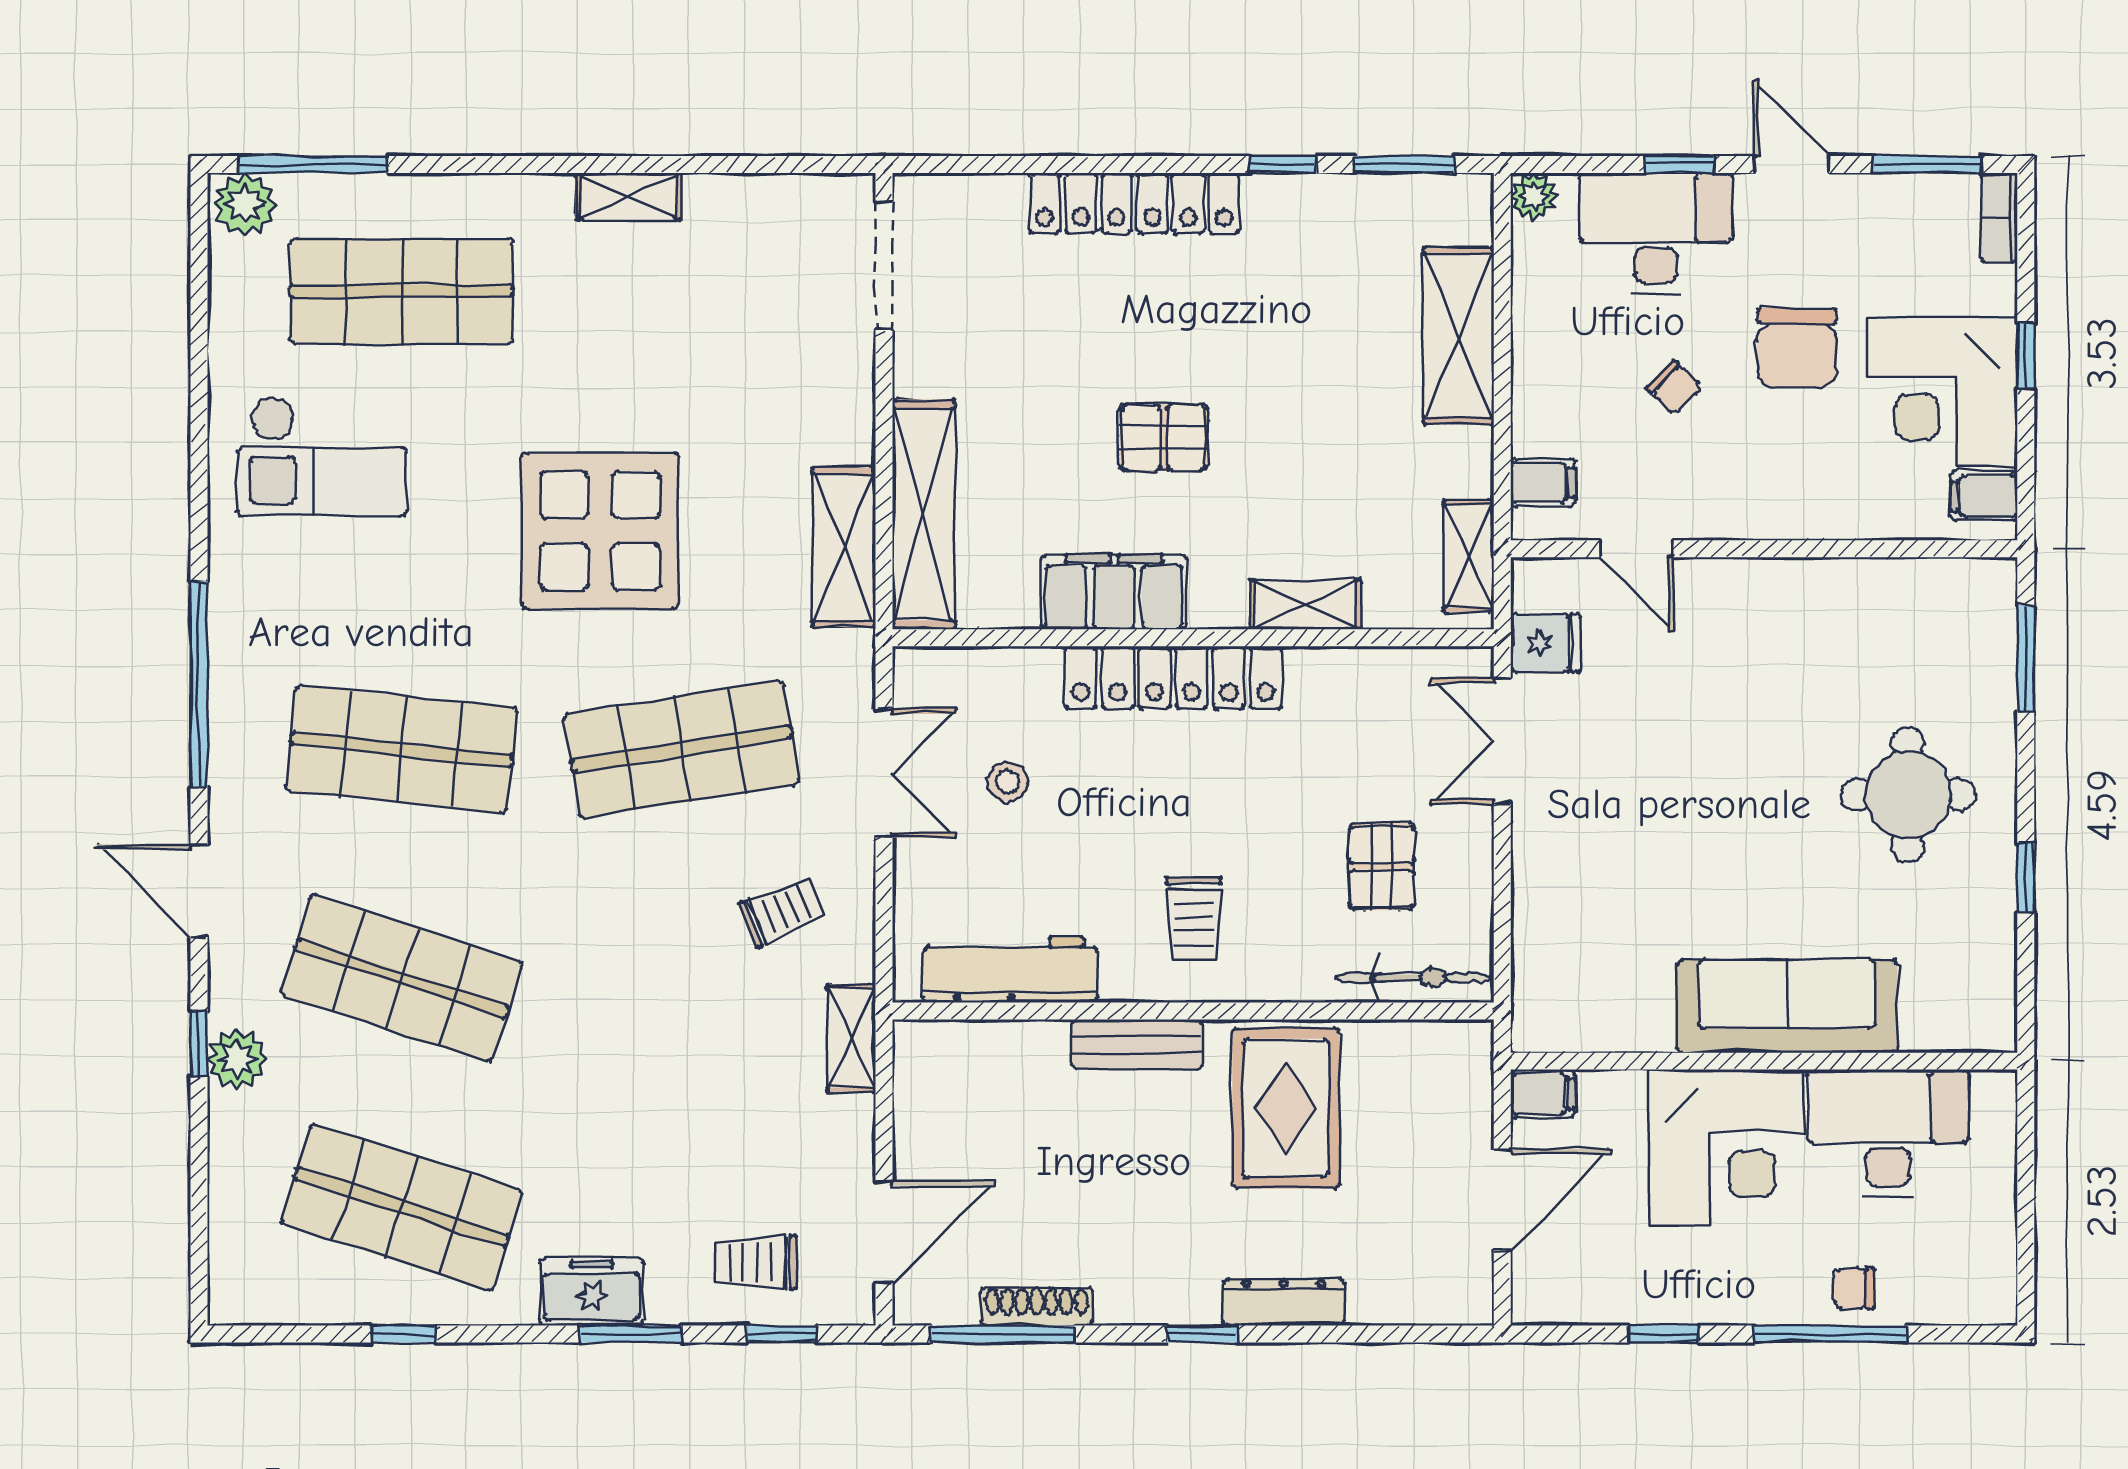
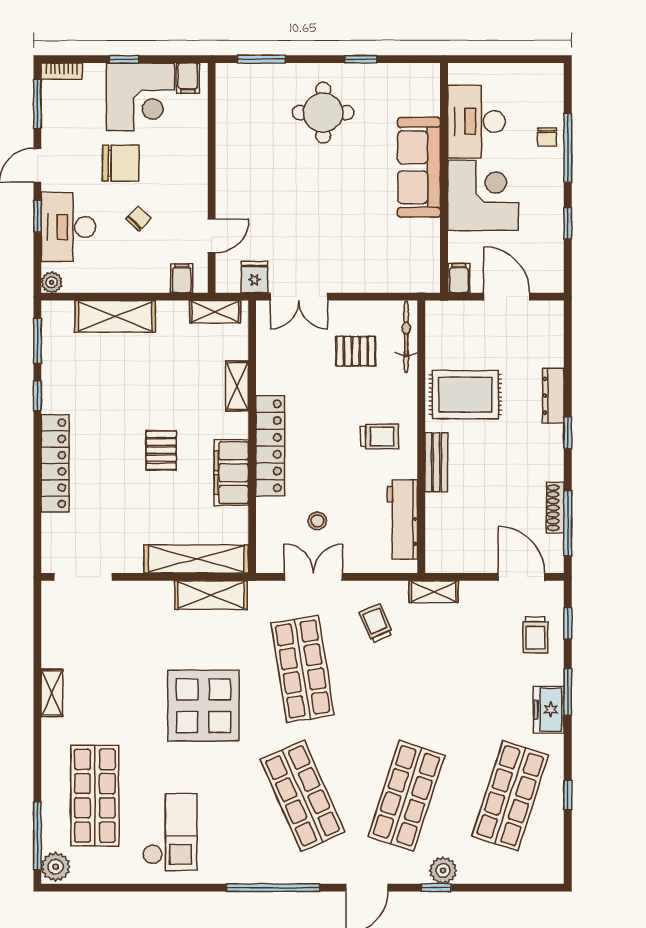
shop shelf: (402, 749) -> (303, 796), turned -30

